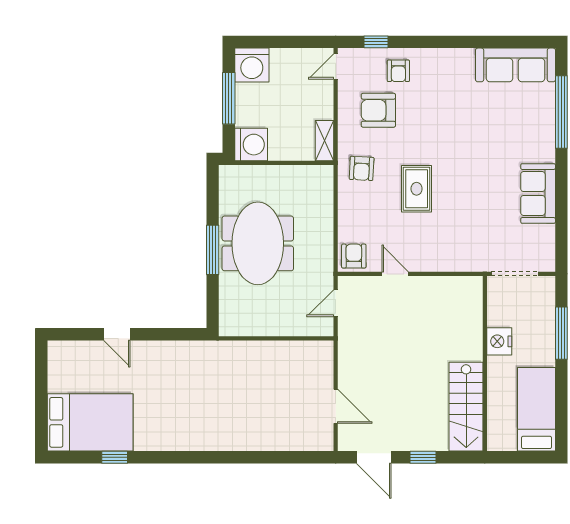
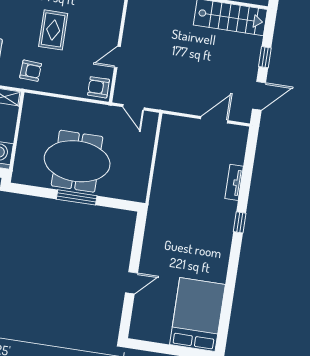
rug: (417, 189) -> (53, 30), turned 90
tv unit: (261, 443) -> (234, 182), added
window: (115, 457) -> (240, 222), moved

